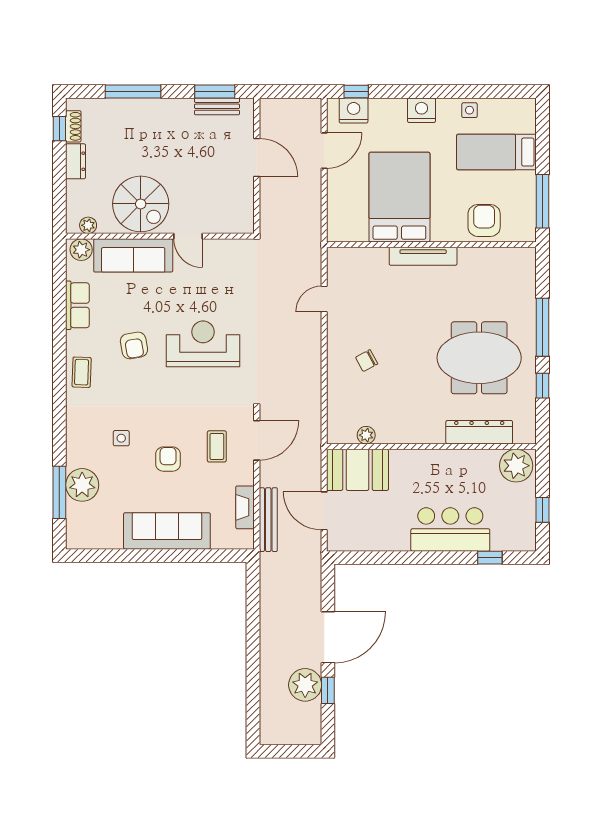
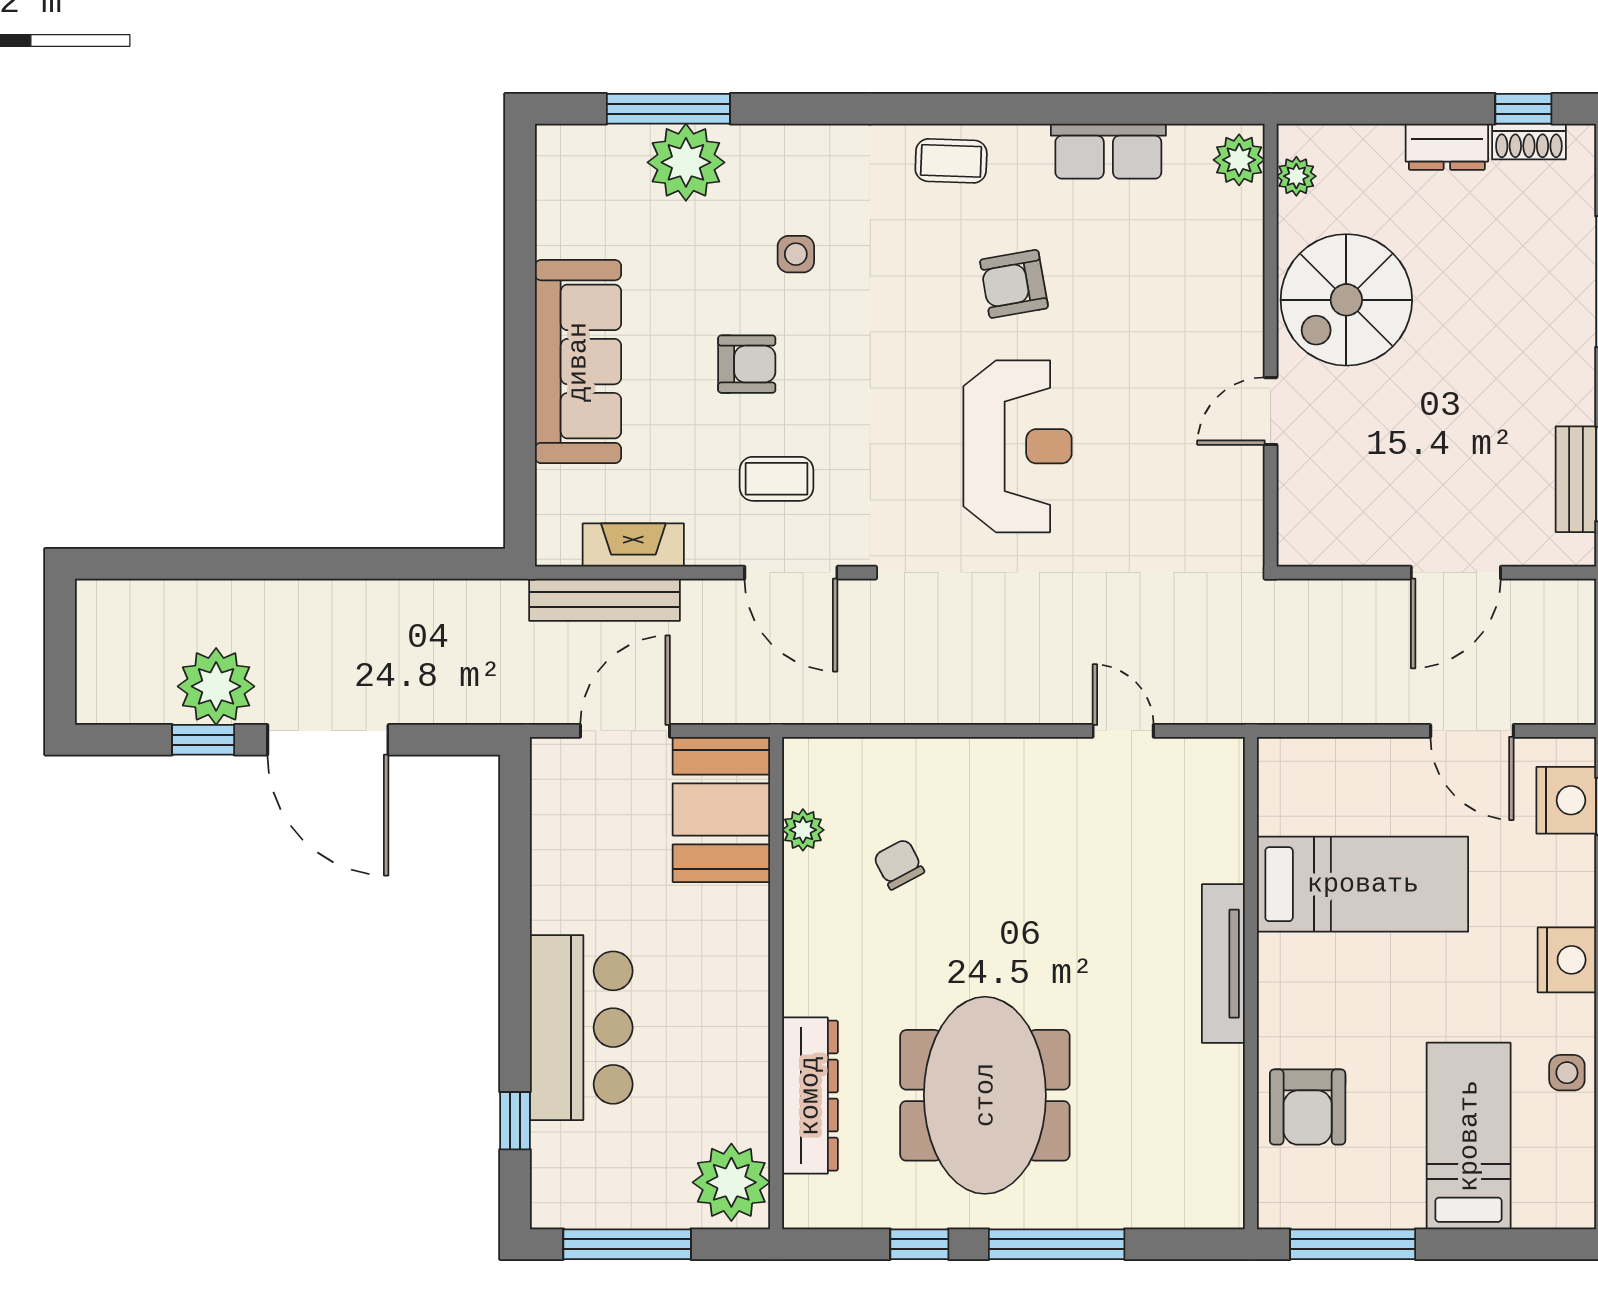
bed: (399, 197) -> (1363, 884), width x0.67
armchair: (484, 220) -> (1308, 1107), turned 90
sofa: (133, 255) -> (1225, 282), removed
chair: (367, 361) -> (899, 864), moved
window: (542, 510) -> (627, 1244), width x2.17

